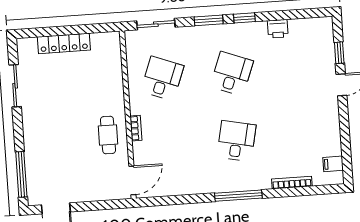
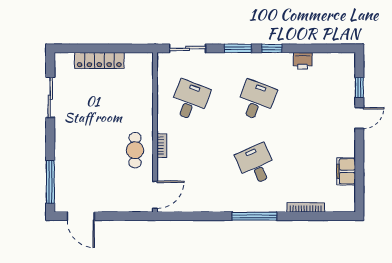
desk: (236, 141) -> (256, 164), turned -36
filing cabinet: (333, 164) -> (346, 171), moved, width x2.00

